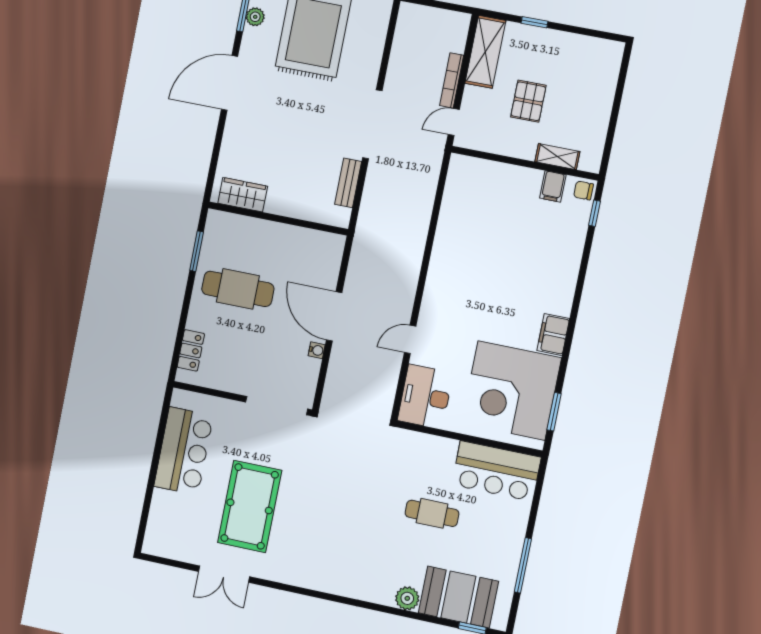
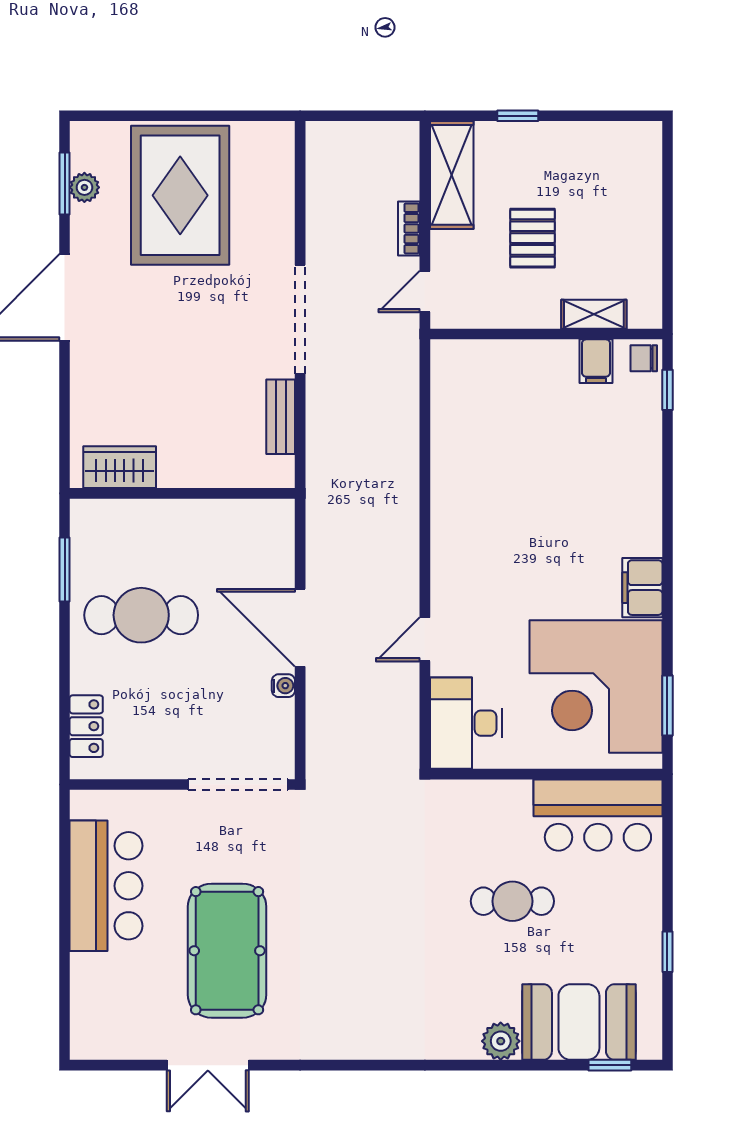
bookcase: (452, 80) -> (409, 229), width x0.64
window: (523, 565) -> (667, 952), width x0.46

